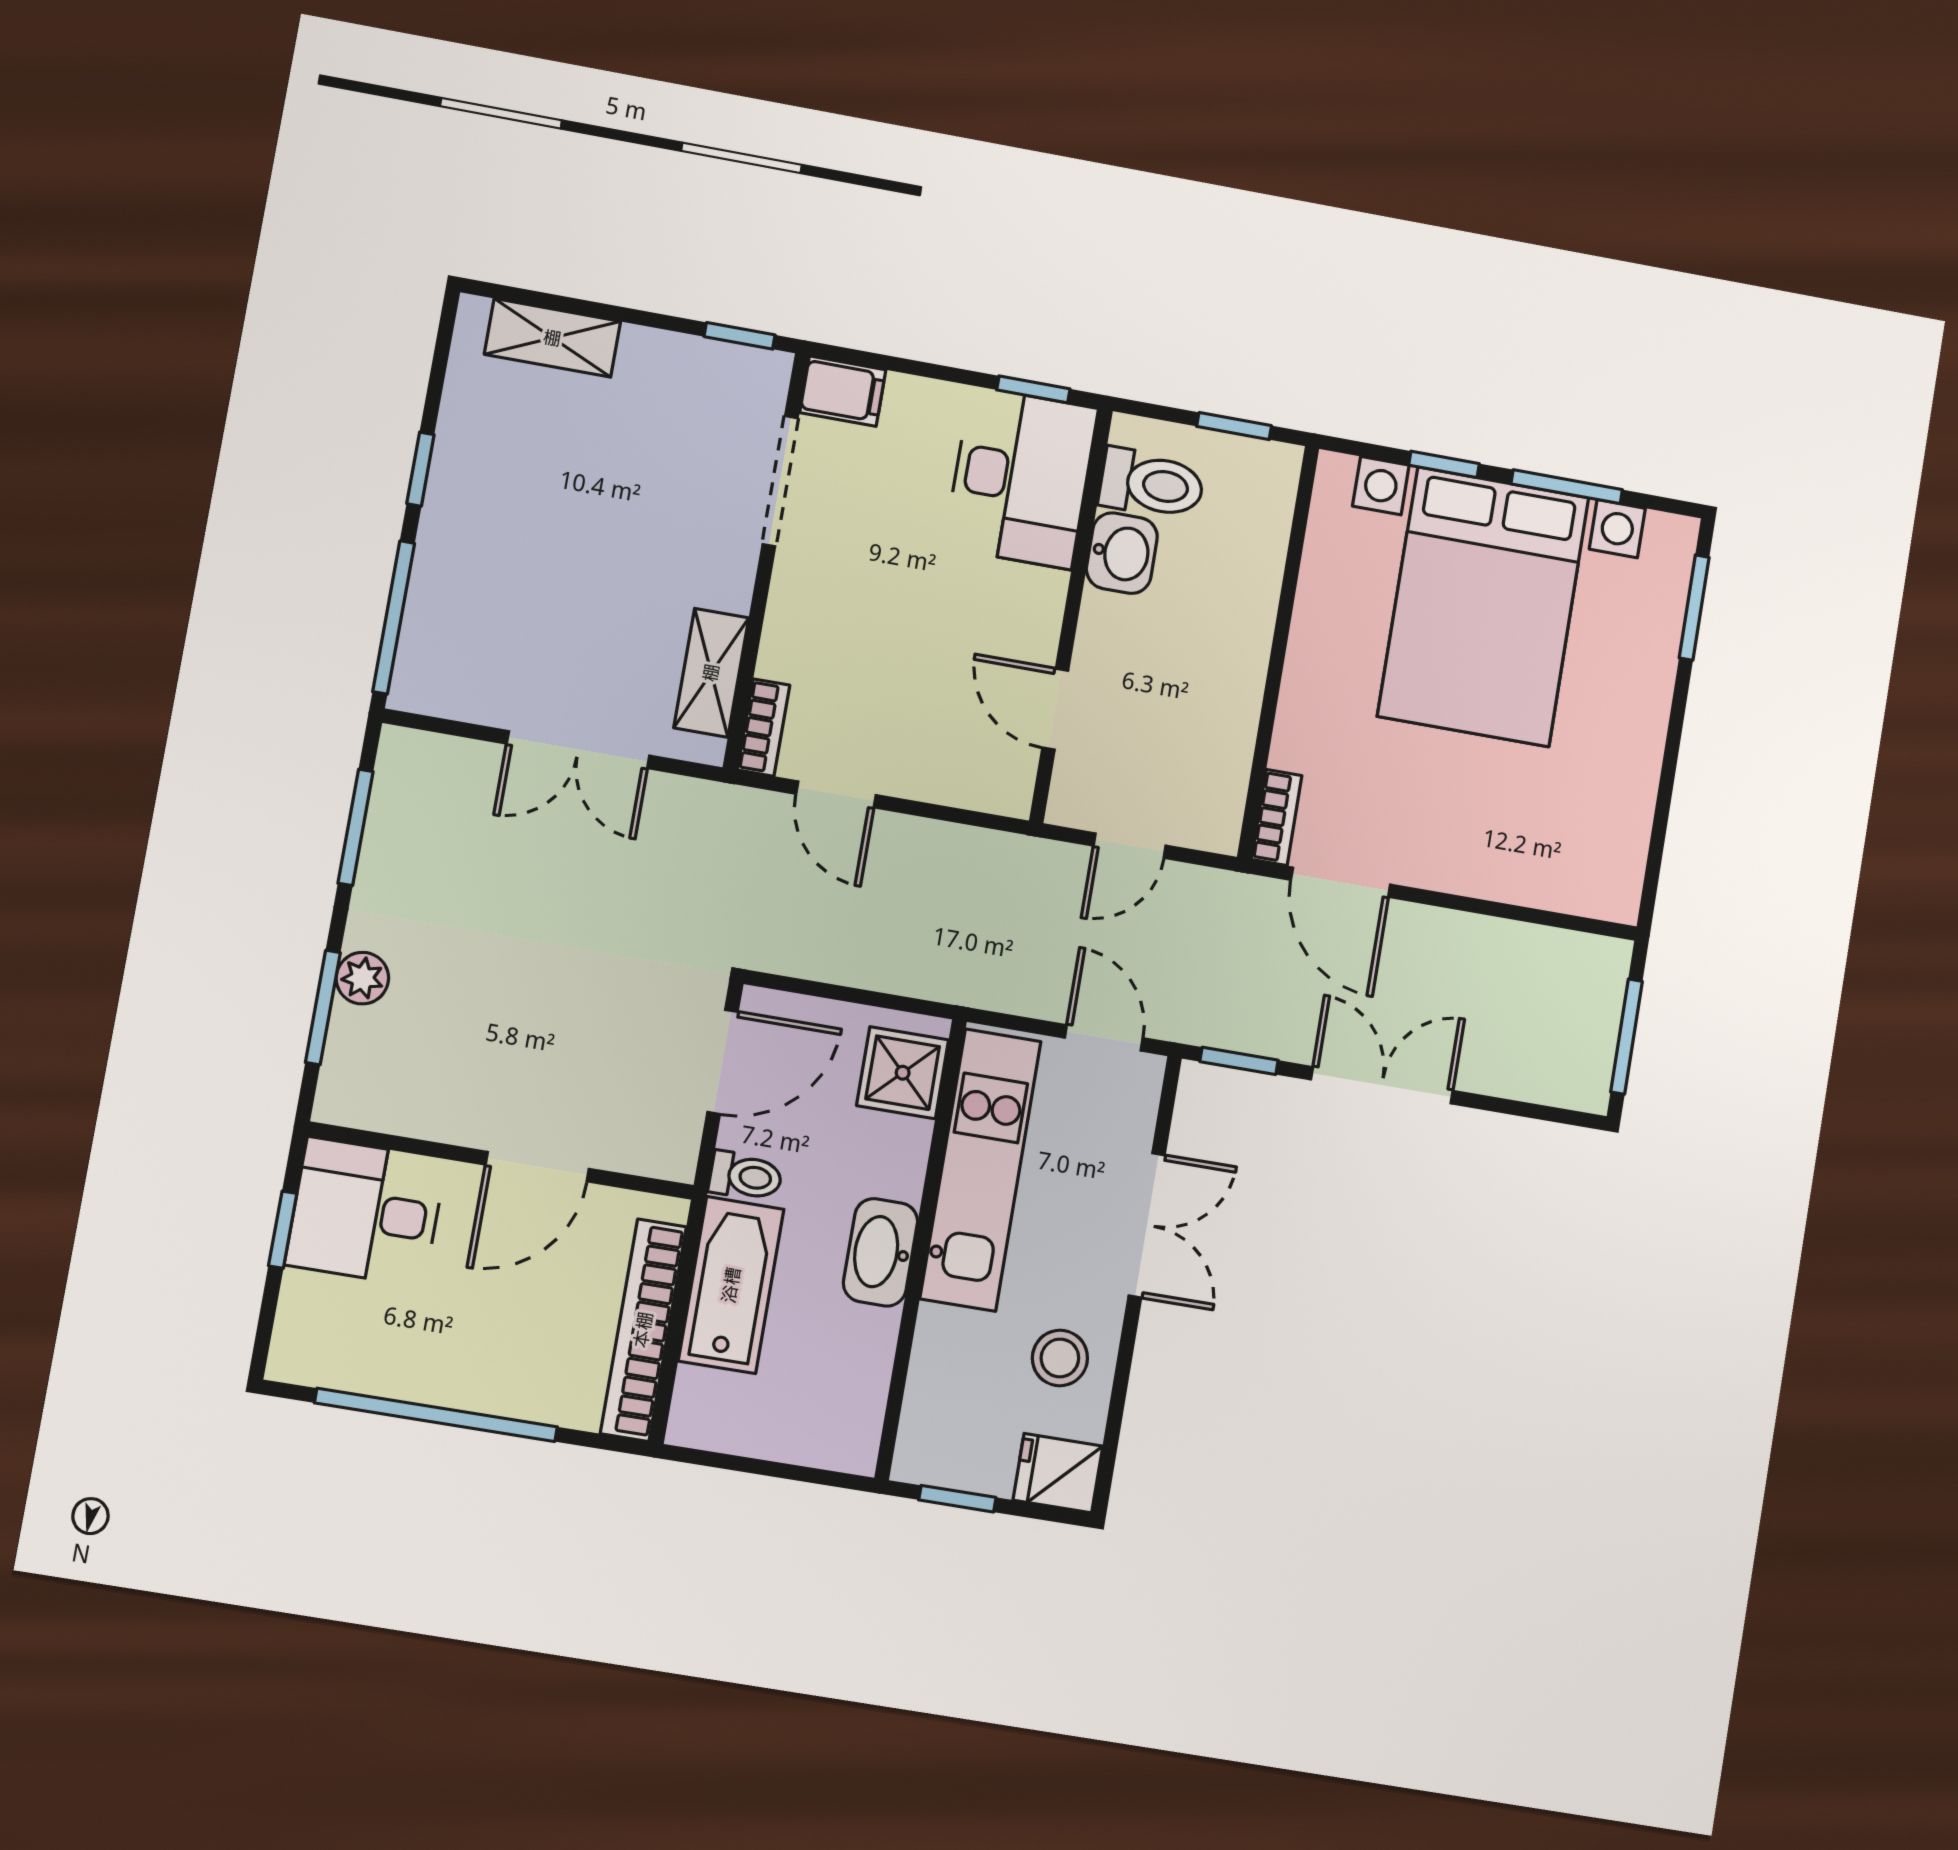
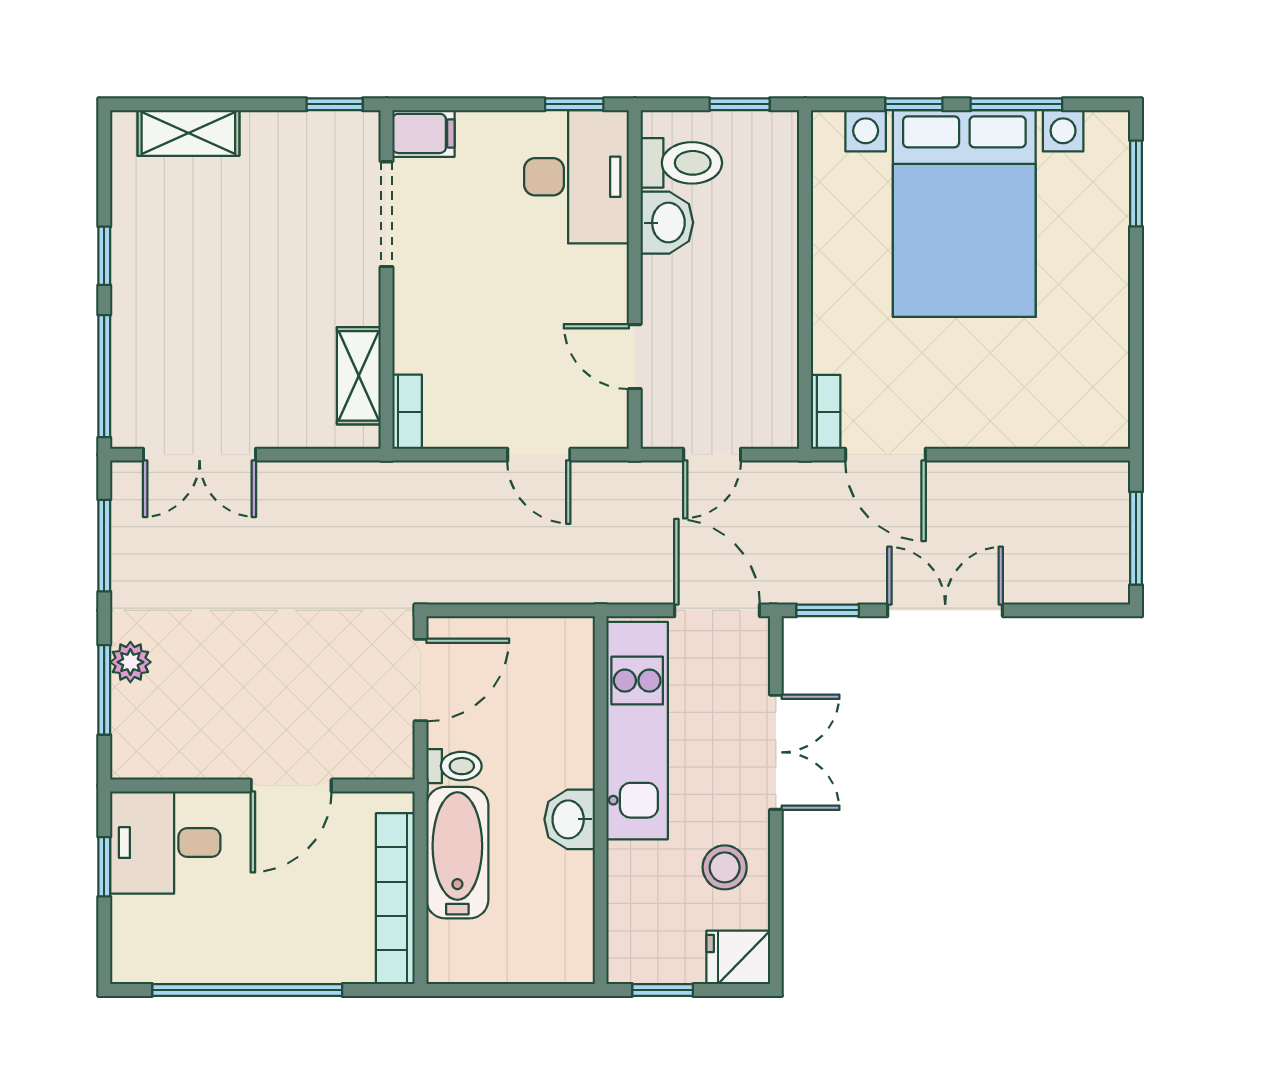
double door: (578, 750) -> (200, 455), moved
door: (836, 794) -> (539, 455), moved
door: (1104, 1038) -> (717, 610), width x1.38
shower: (903, 1073) -> (563, 665), removed
washbasin: (880, 1252) -> (570, 819), width x0.72

